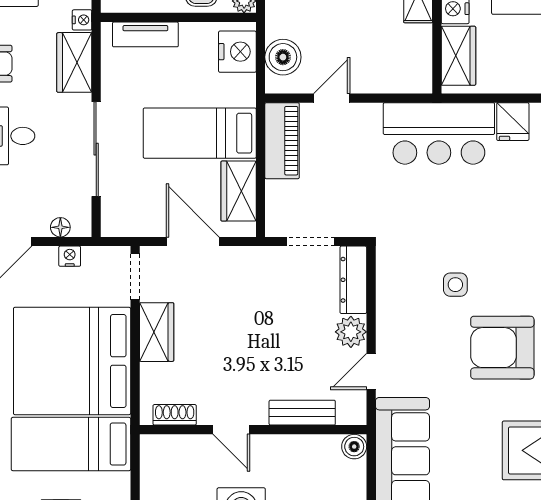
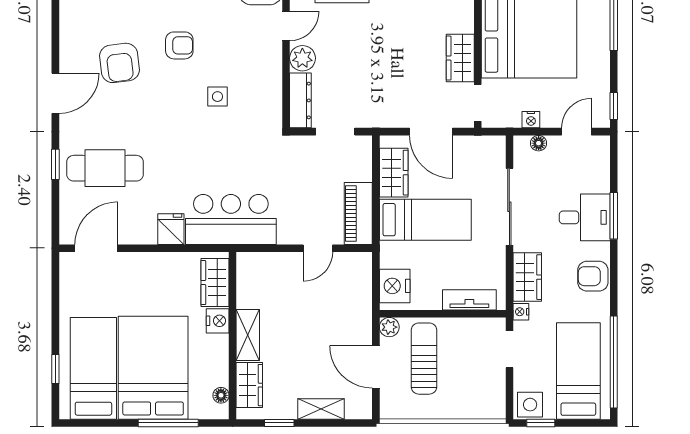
boiler: (283, 57) -> (358, 281), removed
armchair: (502, 348) -> (179, 45), width x0.53, depth x0.53

